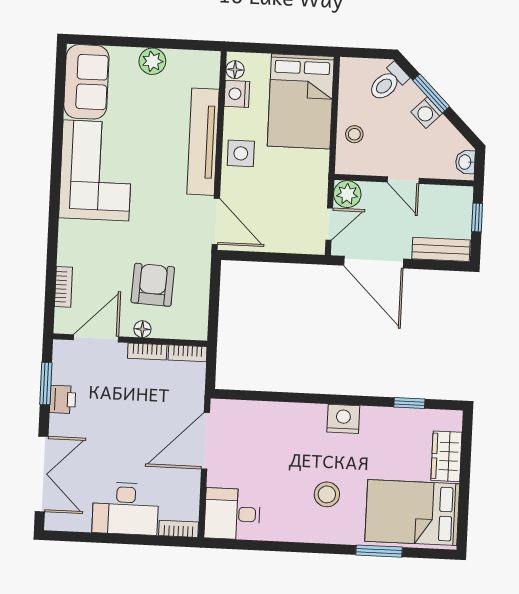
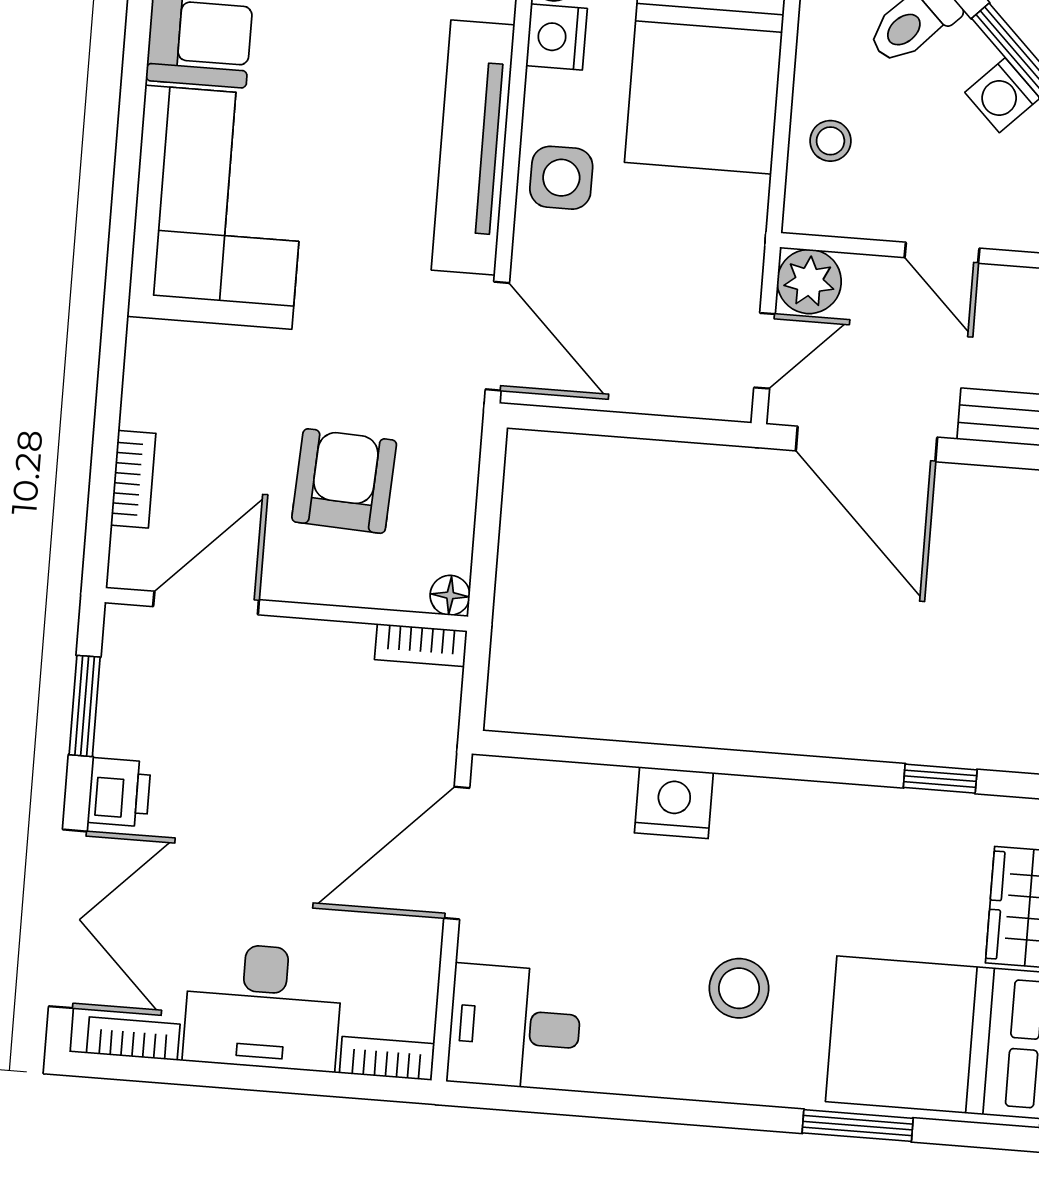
floor lamp: (142, 329) -> (450, 595), moved
bookcase: (147, 351) -> (133, 1039), moved, turned 180
printer: (63, 399) -> (119, 792), moved
nightstand: (343, 419) -> (674, 803), moved

